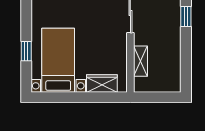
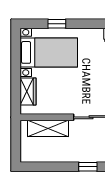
shelving: (141, 61) -> (48, 128), width x1.50, depth x1.33

